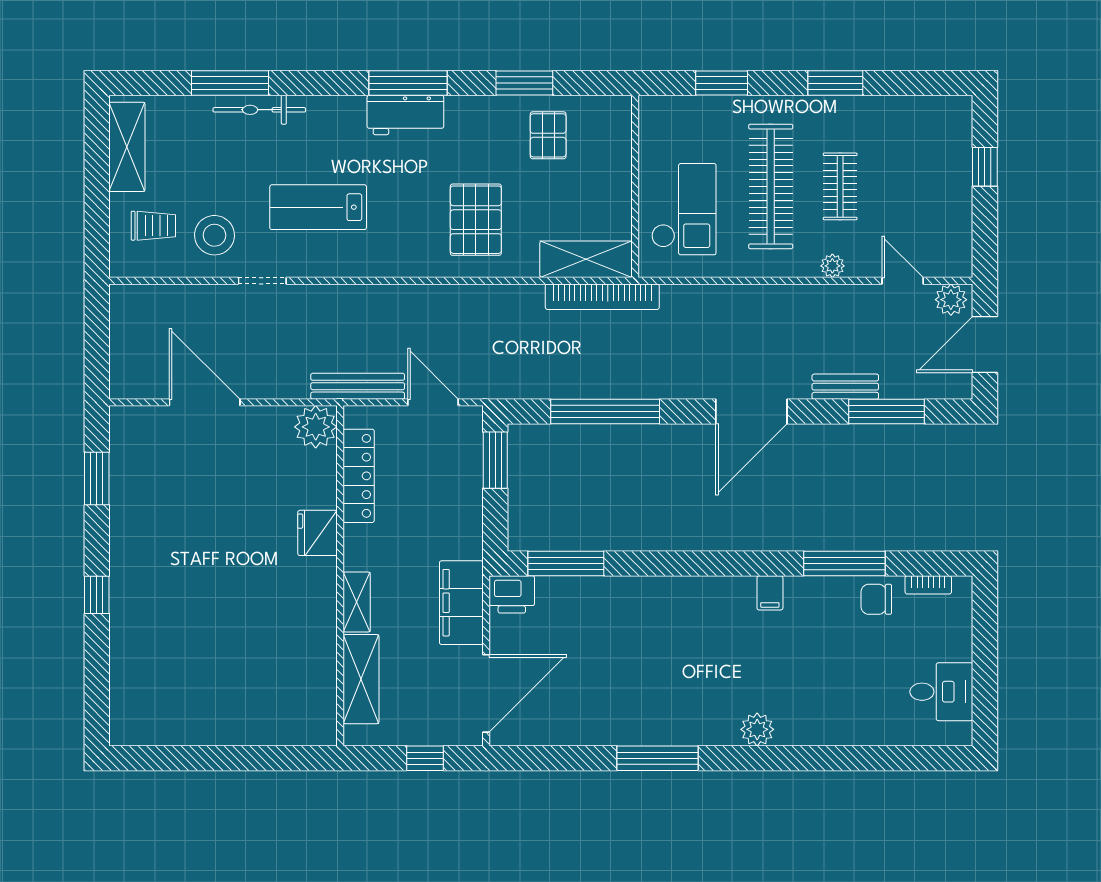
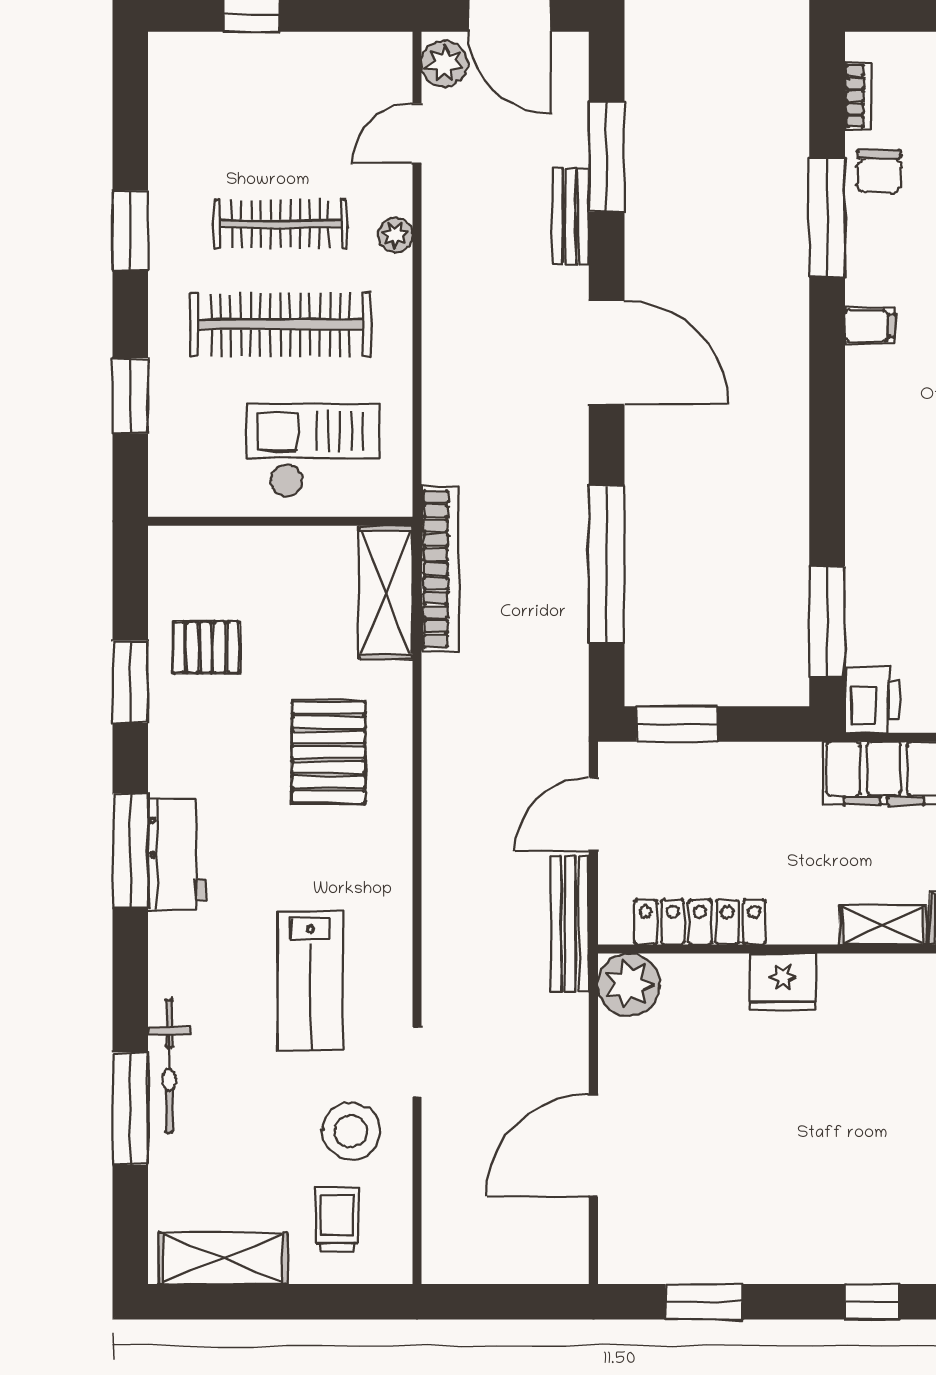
clothes rail: (840, 186) -> (280, 224), width x1.36
pallet: (476, 220) -> (328, 752), turned 90

